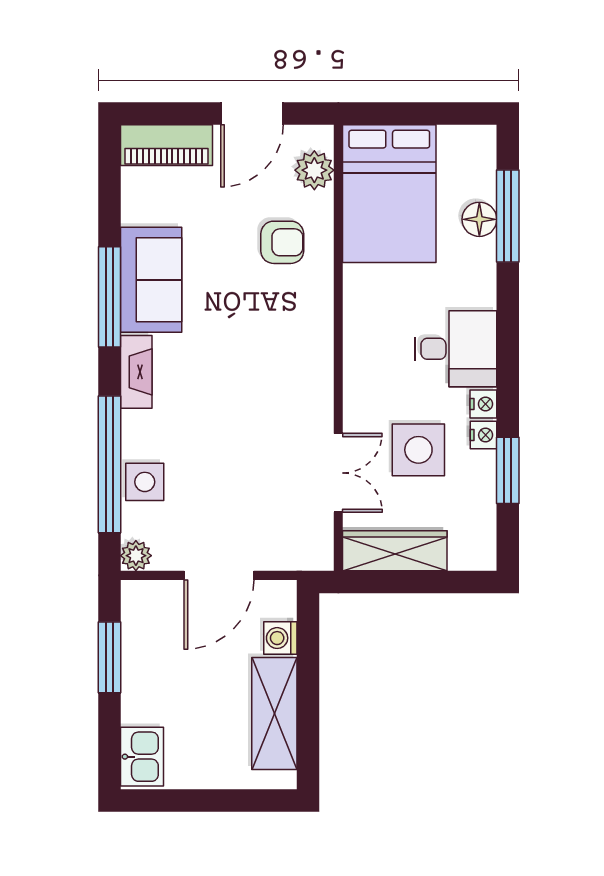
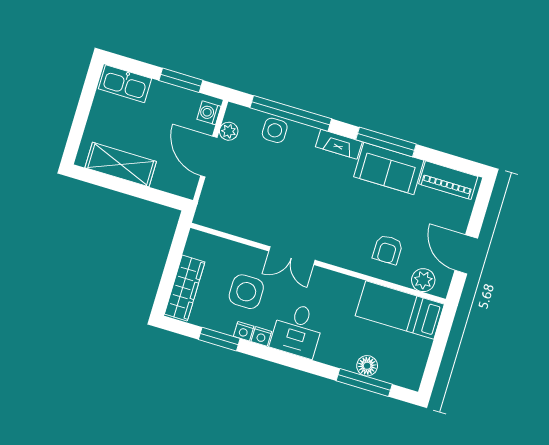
piano: (167, 145) -> (448, 180), moved, turned -90
bed: (389, 194) -> (400, 310), width x0.67
double door: (338, 473) -> (292, 256), moved
wardrobe: (395, 551) -> (185, 288), moved
plant: (136, 556) -> (229, 131), moved
washing machine: (280, 638) -> (209, 113), moved, turned -90
kitchen sink: (142, 757) -> (125, 84), width x1.38

